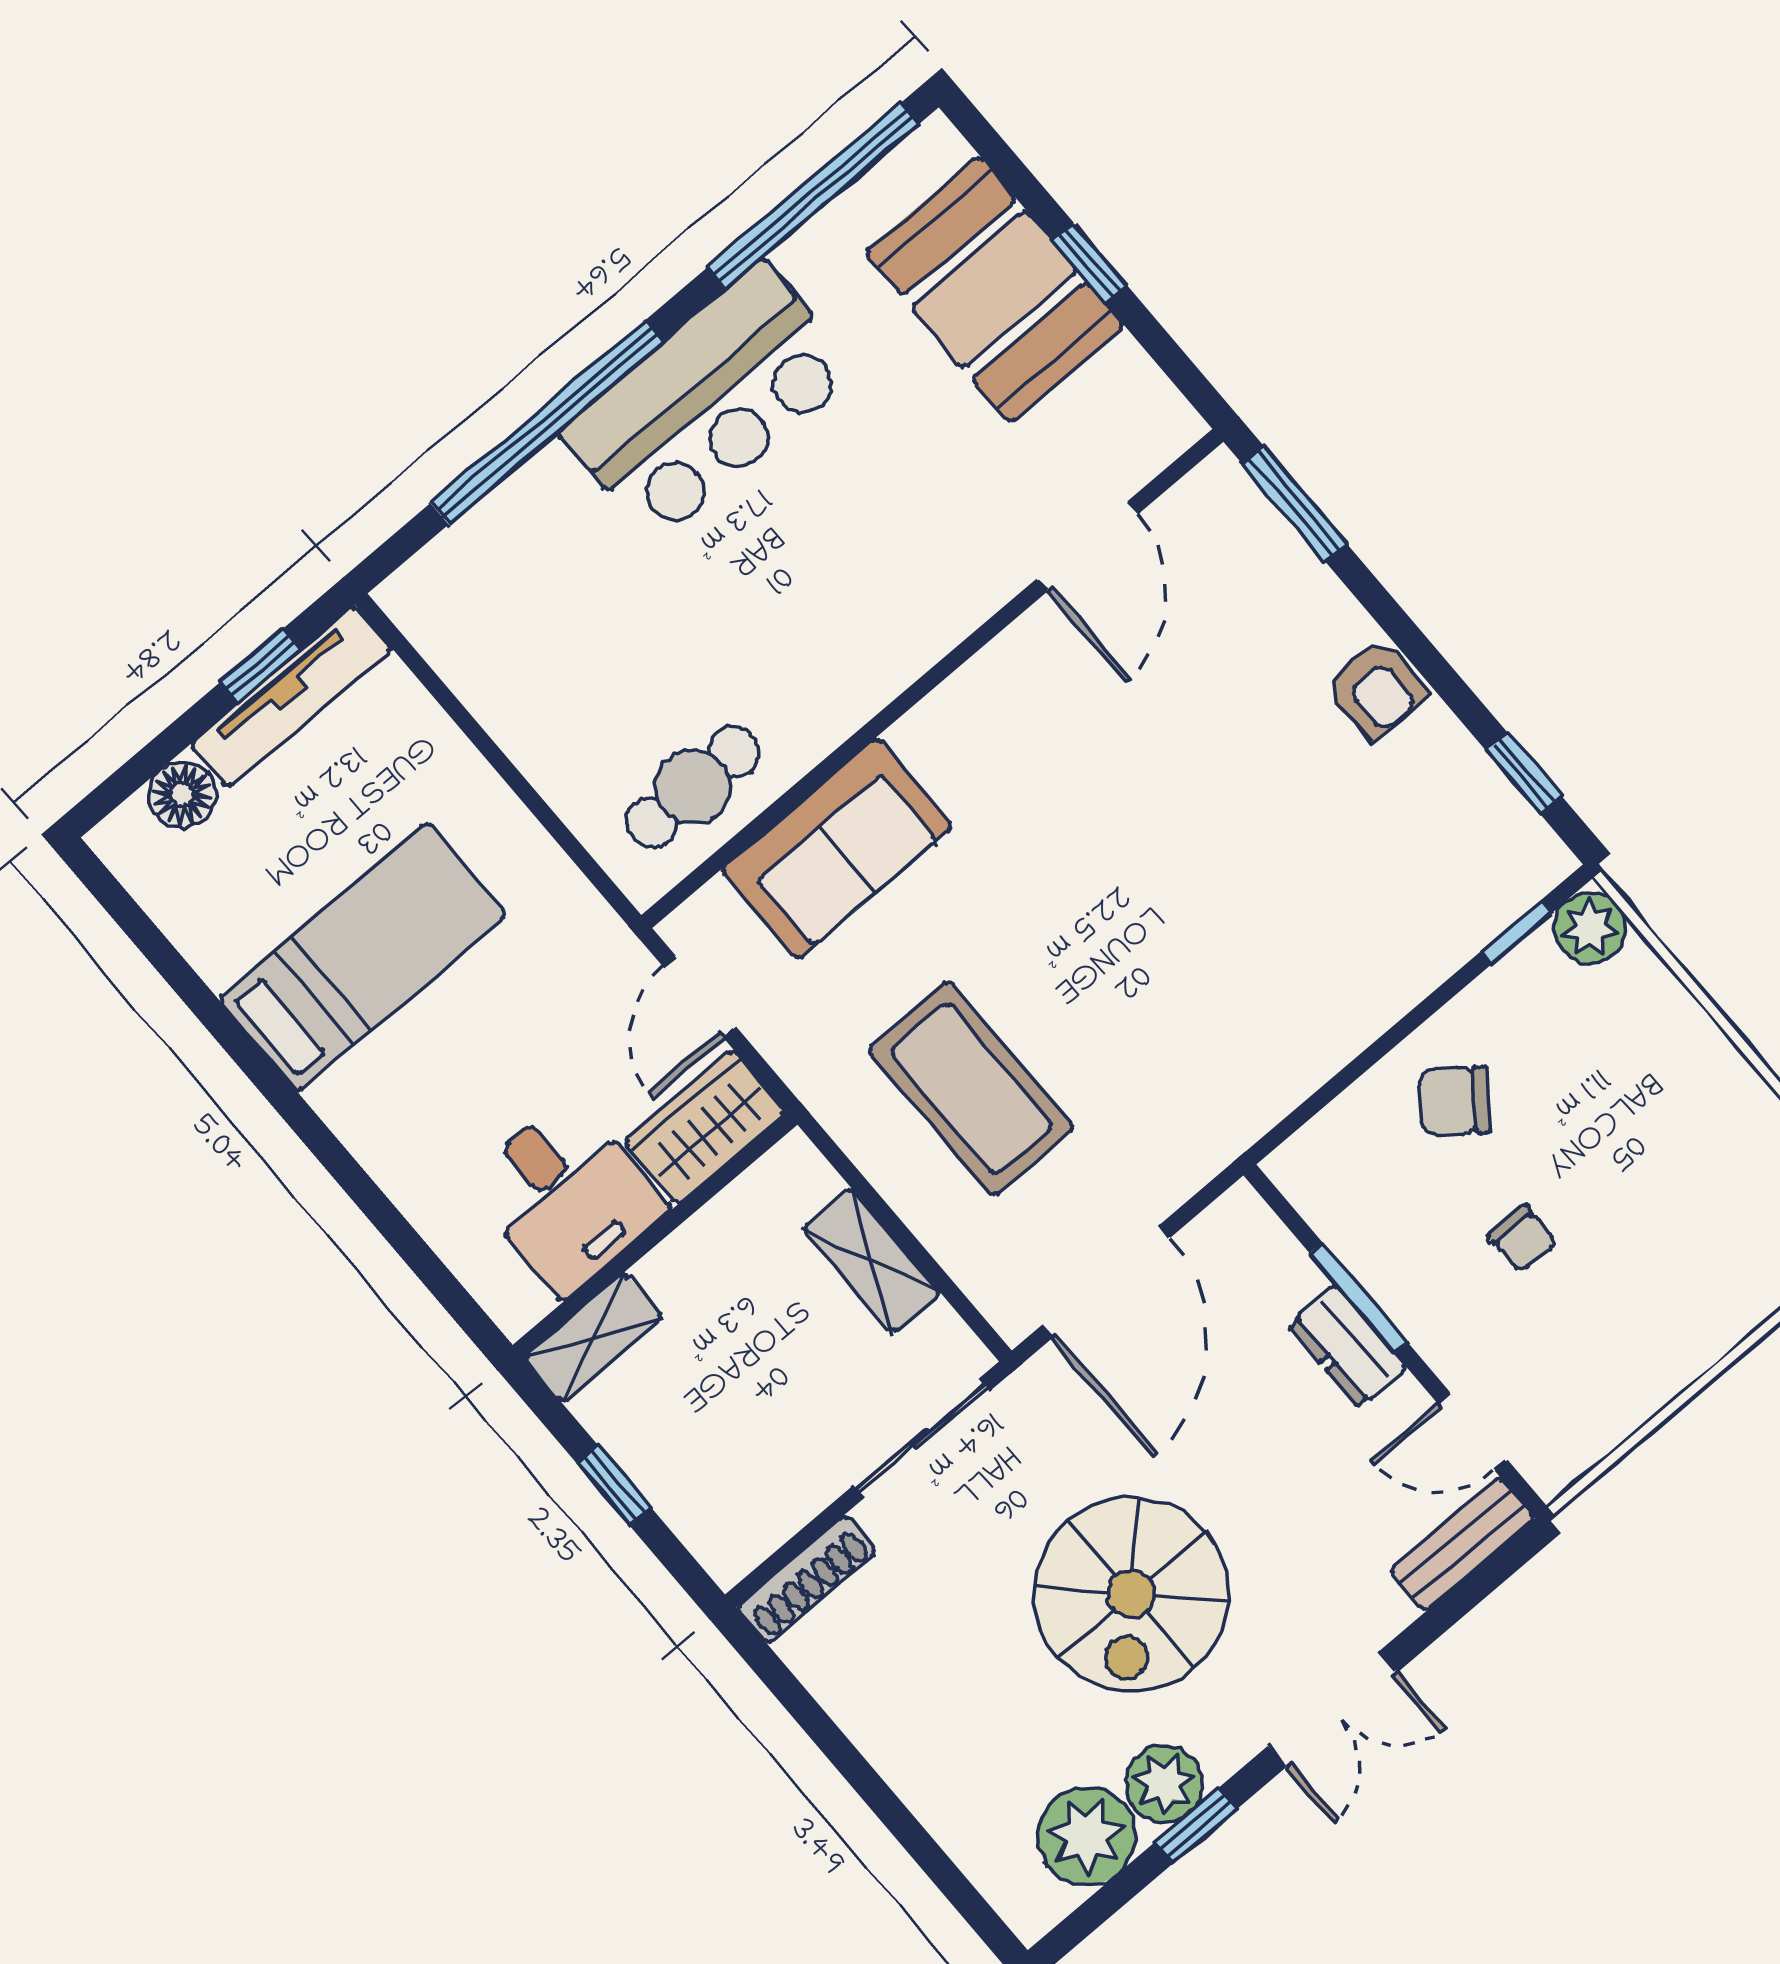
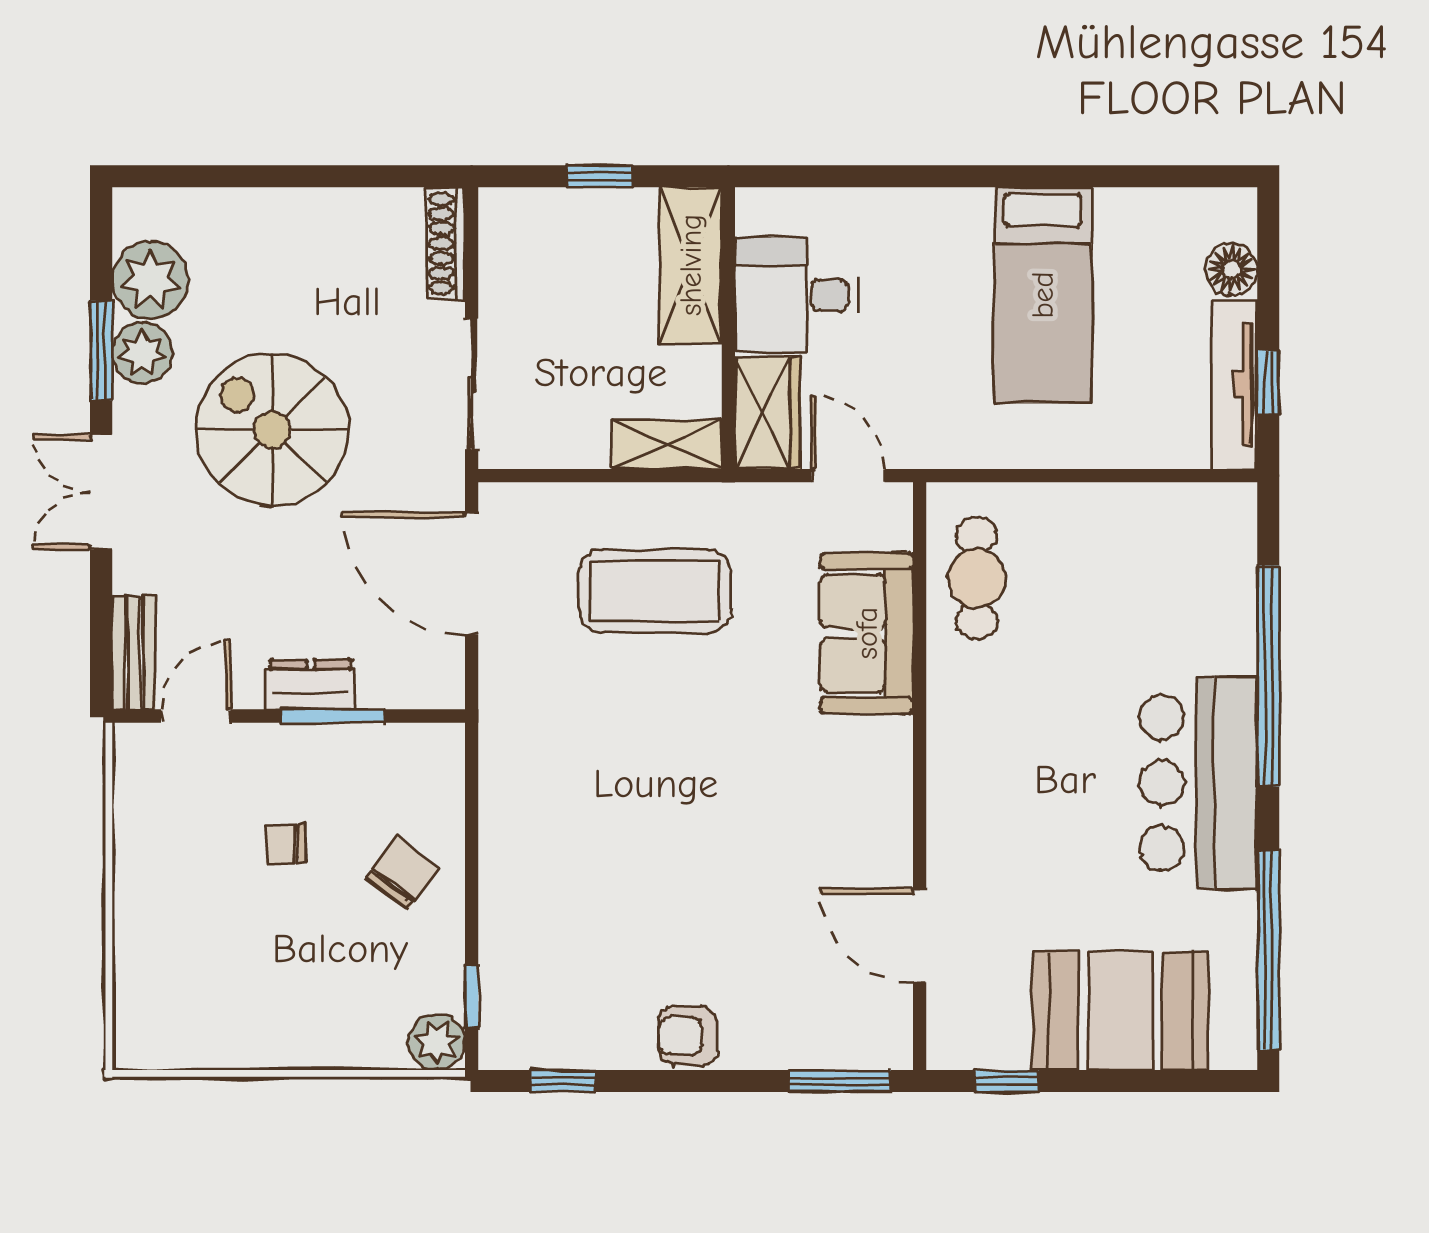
window: (1090, 263) -> (1006, 1081), moved
shelving: (872, 1260) -> (667, 444), moved
shelving: (593, 1338) -> (691, 265), width x1.50, depth x1.33
window: (1196, 1826) -> (101, 351), width x1.50

